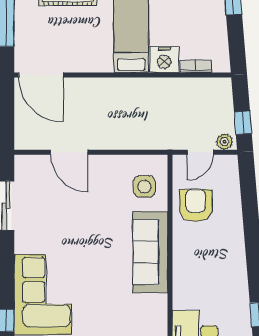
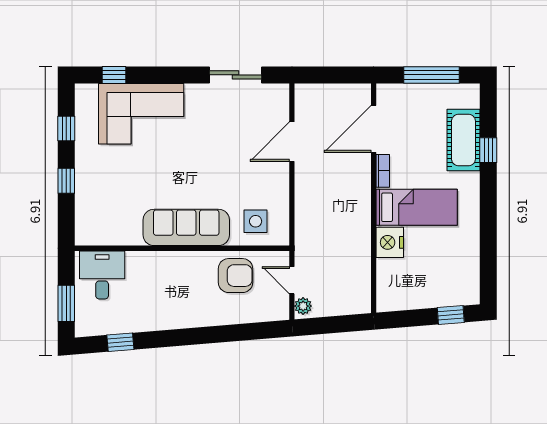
bookcase: (196, 66) -> (383, 171), moved
door: (41, 75) -> (374, 129), moved
window: (243, 123) -> (323, 326), removed

